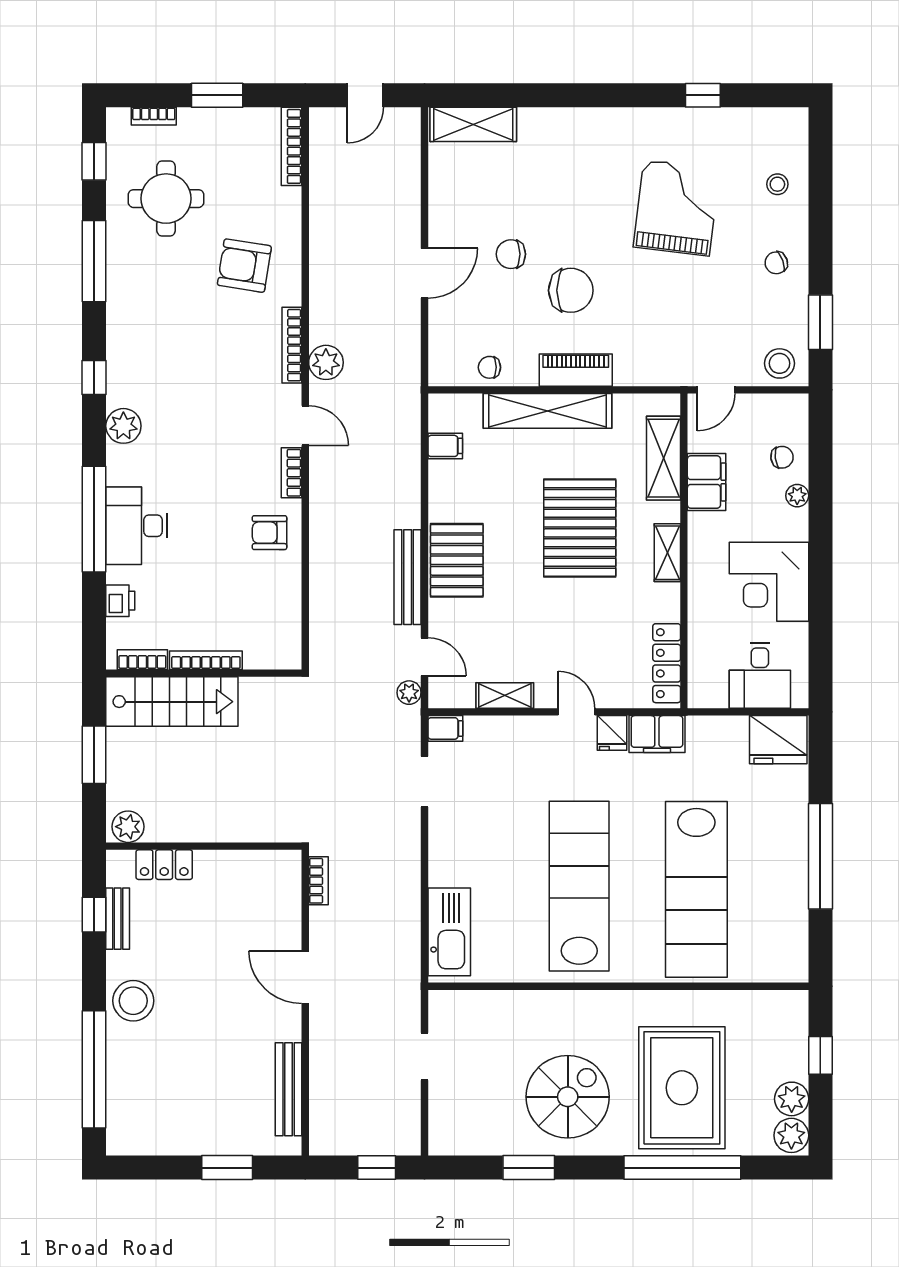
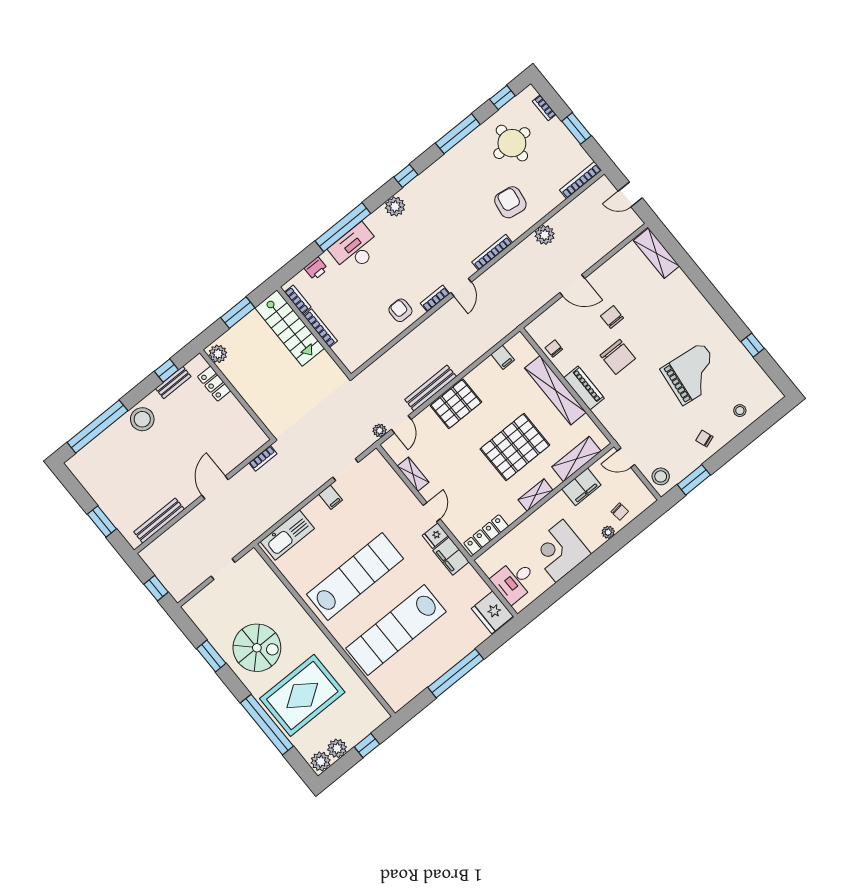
plant: (326, 362) -> (545, 235), moved
filing cabinet: (445, 728) -> (331, 497), moved

